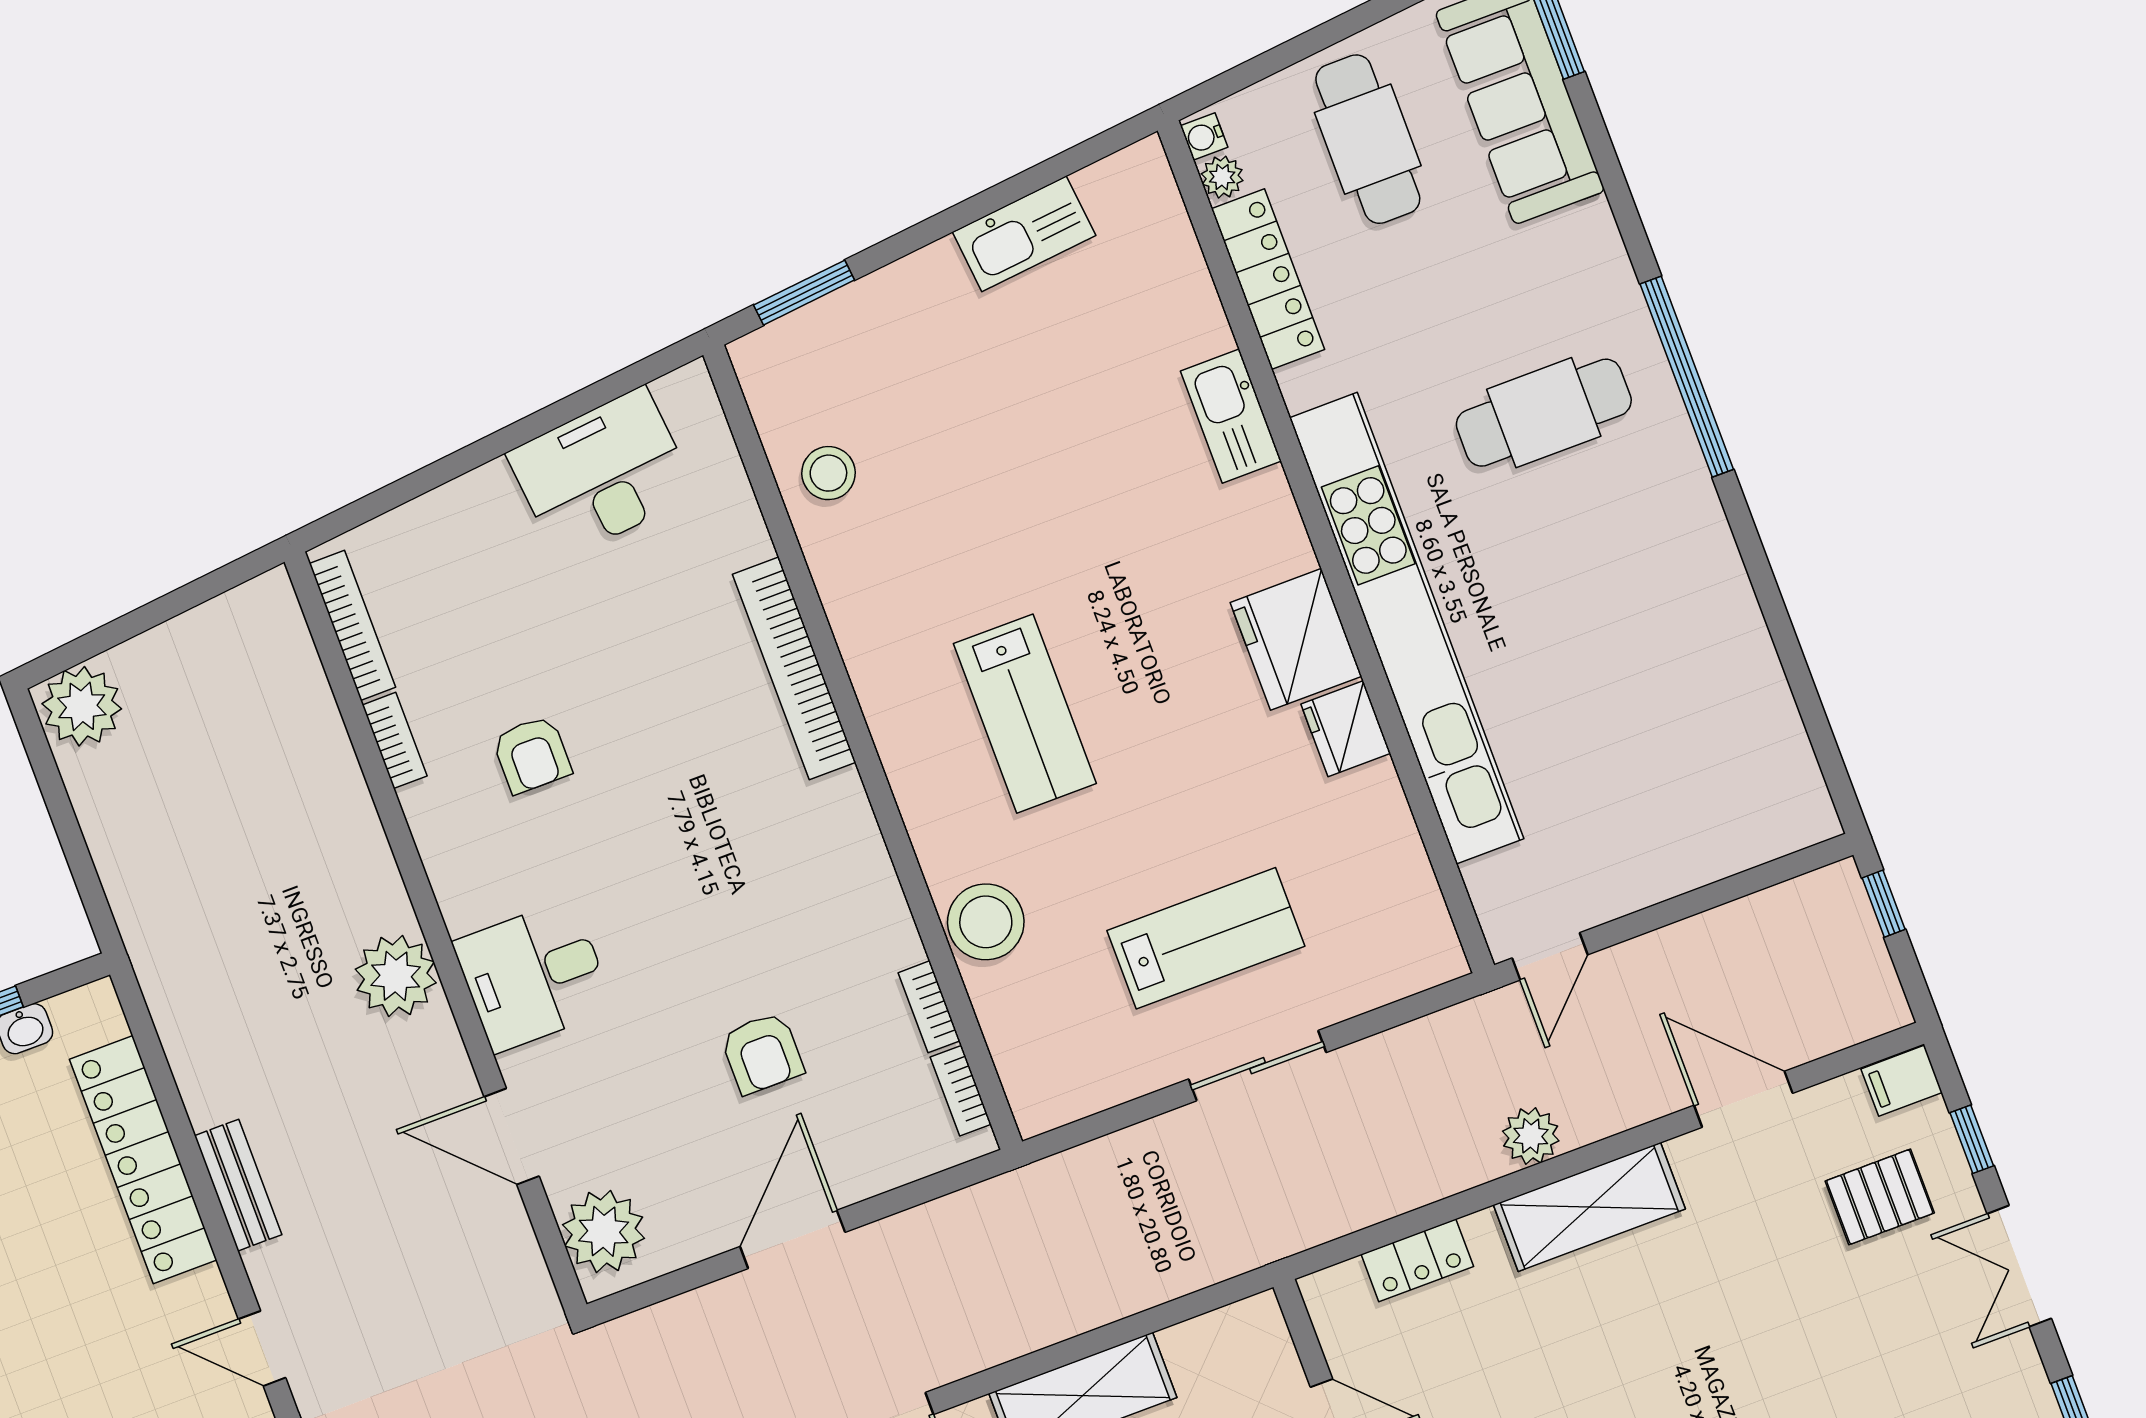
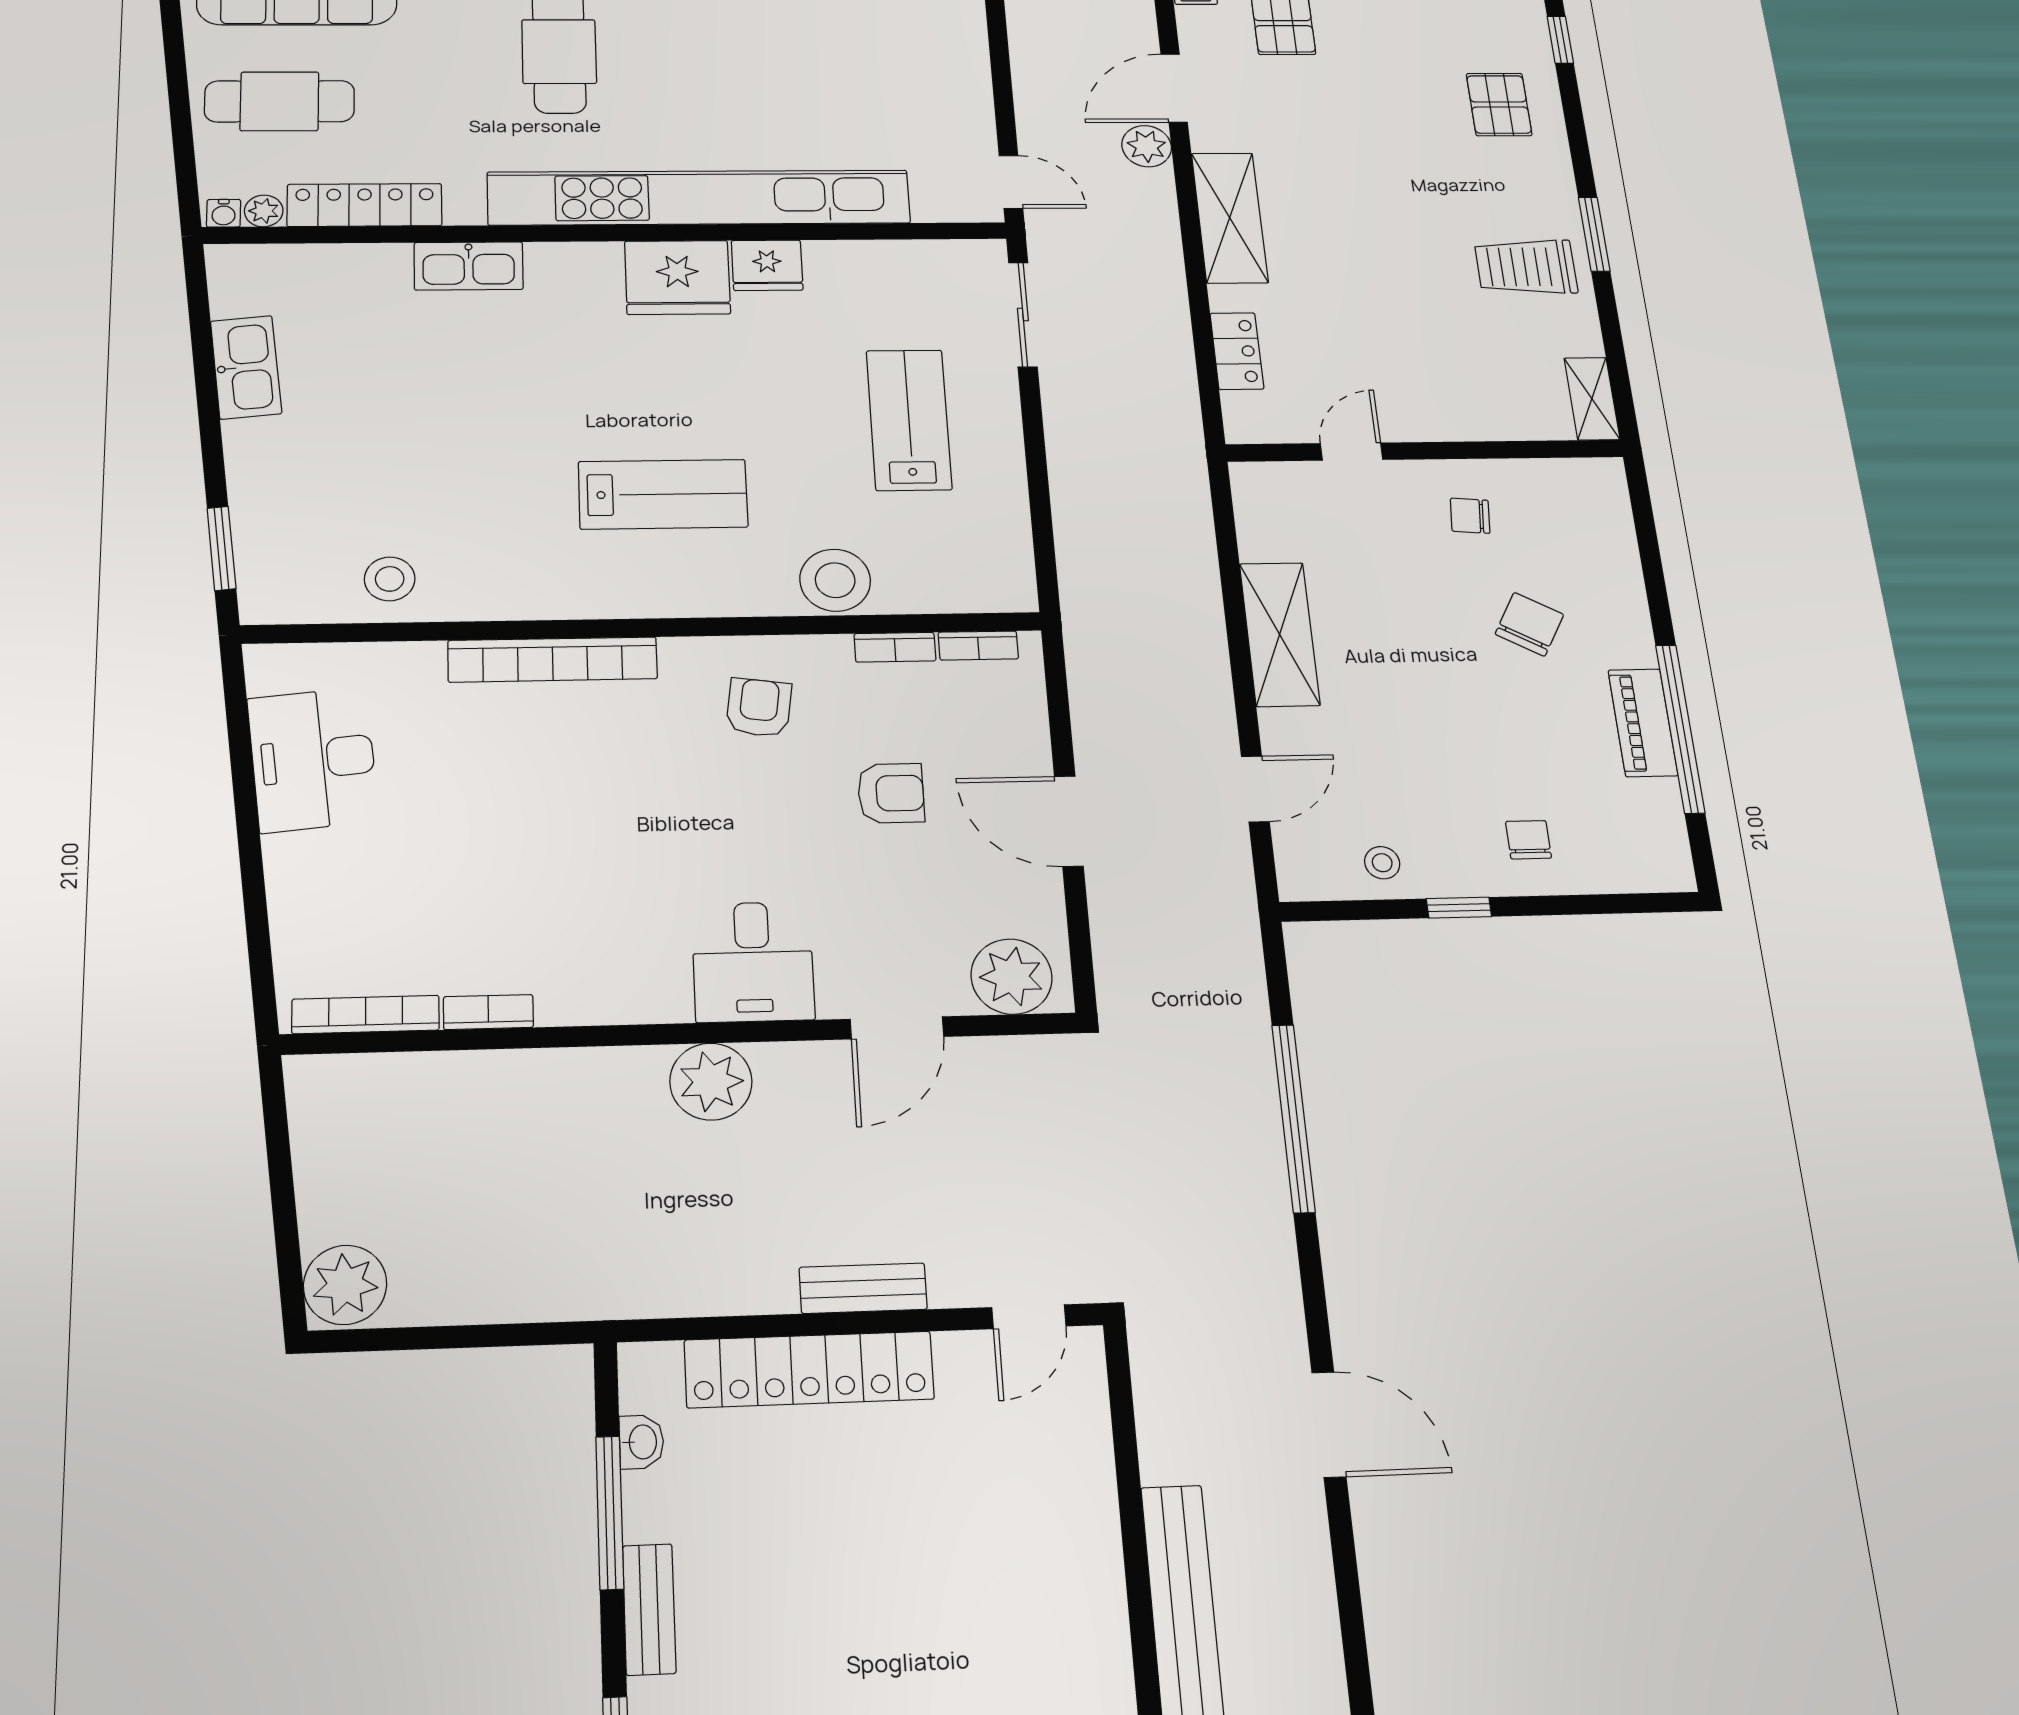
armchair: (532, 755) -> (759, 708), moved, turned -82
sliding door: (1257, 1066) -> (1023, 314), moved
plant: (1531, 1136) -> (1147, 146), moved

